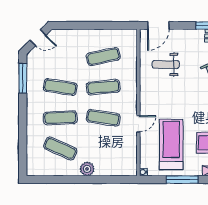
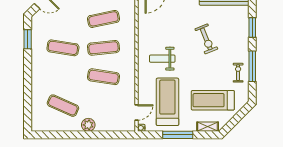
weight bench: (166, 64) -> (162, 59), moved
window: (23, 78) -> (28, 39), width x0.69
exercise mat: (60, 118) -> (63, 77), removed
door: (138, 124) -> (137, 112), moved

